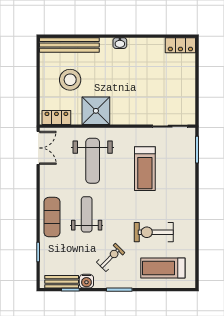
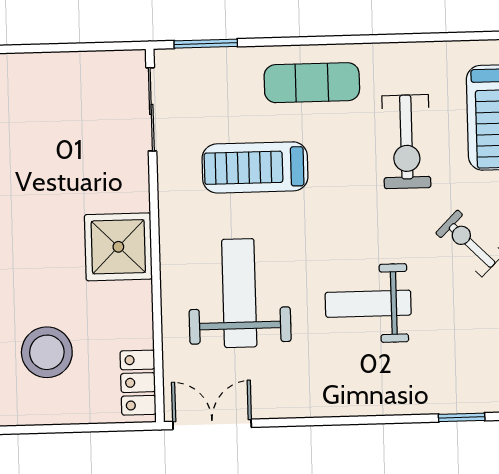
shower: (96, 111) -> (118, 247), moved
weight bench: (93, 161) -> (239, 293), turned -90
treadmill: (145, 169) -> (255, 167), turned 180
exercise mat: (52, 217) -> (312, 83), moved

